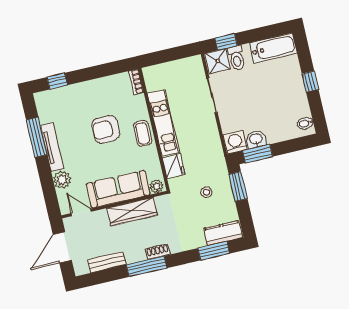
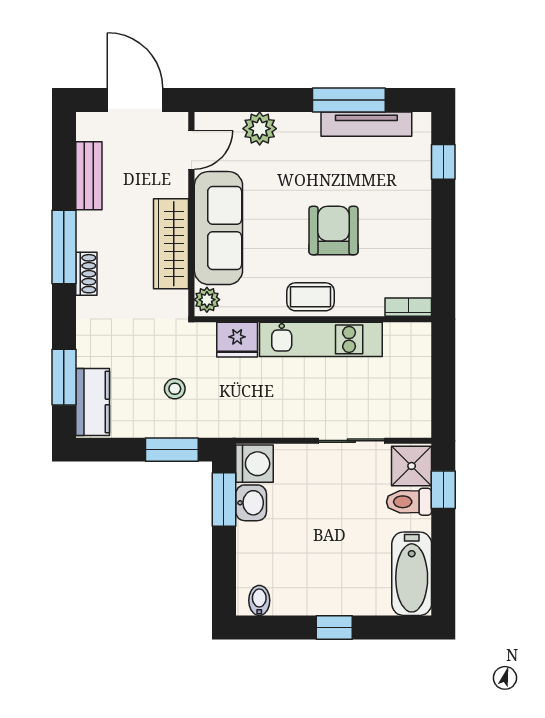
tv unit: (52, 147) -> (366, 124), moved

